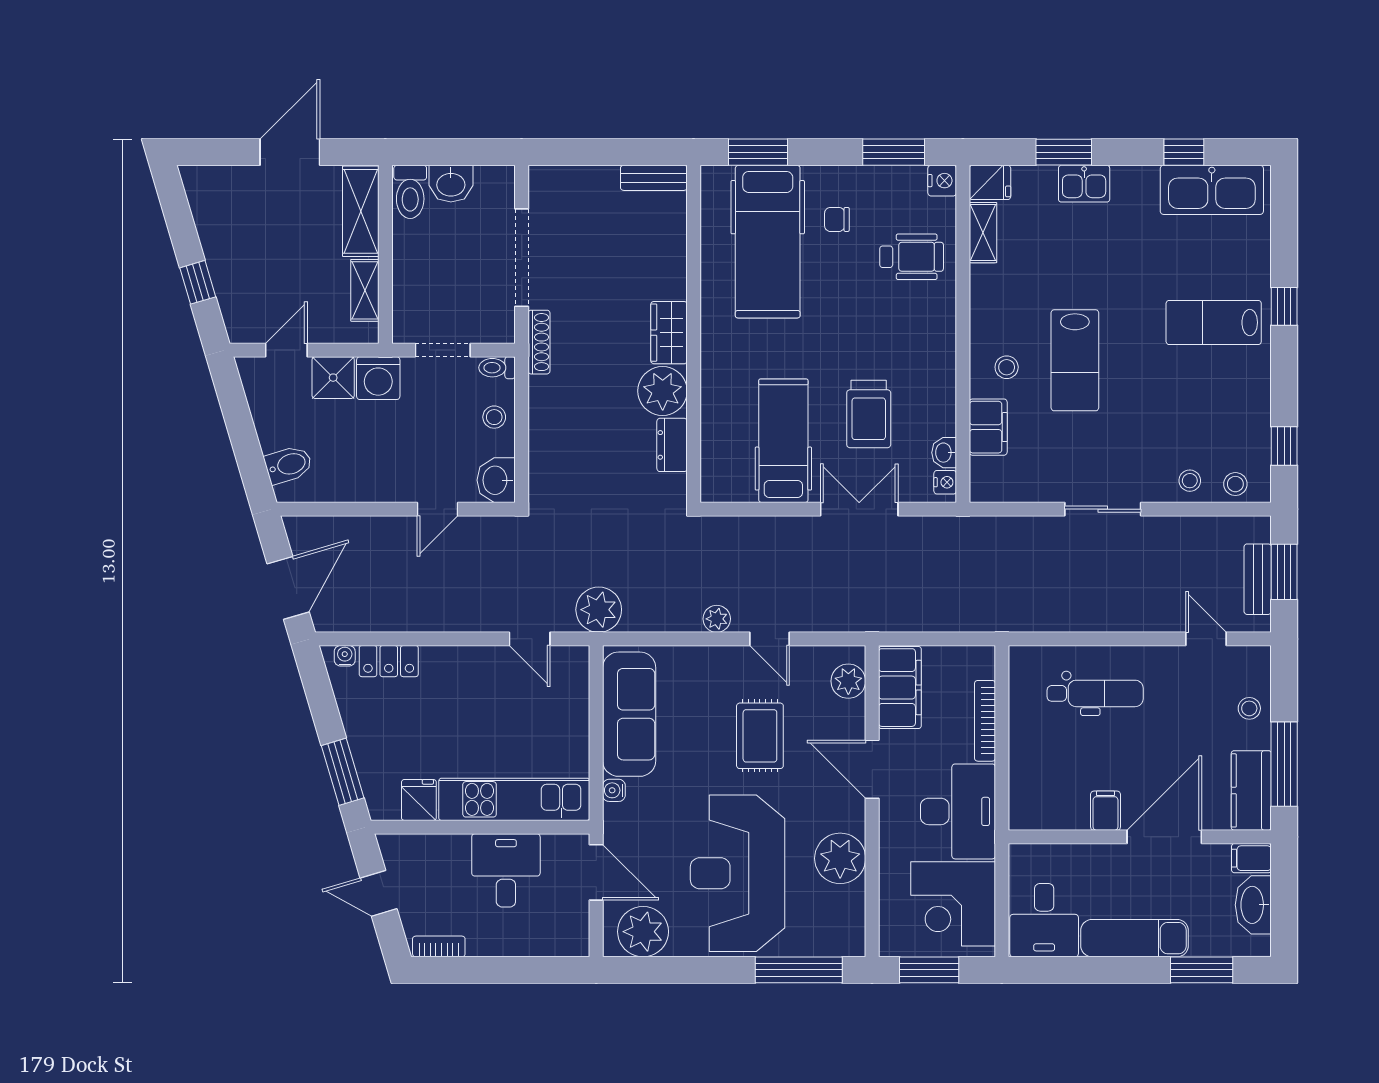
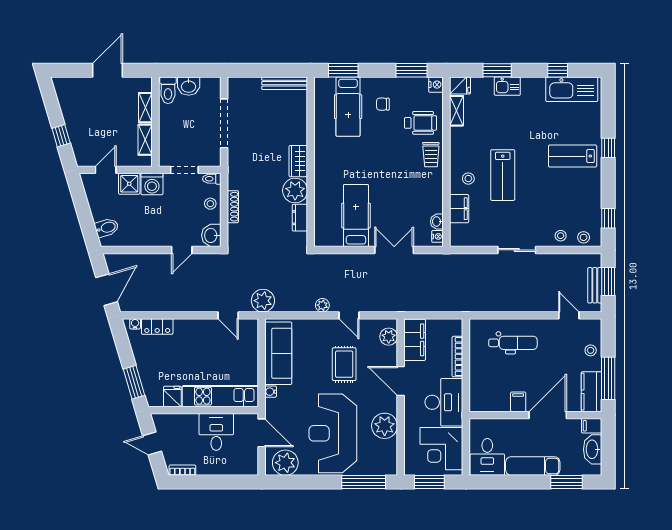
bench: (654, 178) -> (285, 83), width x1.36
shelving: (361, 211) -> (145, 108), width x0.67, depth x0.75
hospital bed: (768, 242) -> (348, 107), width x0.73, depth x0.78
shoe rack: (539, 342) -> (233, 207), moved
trolley: (869, 414) -> (431, 155), moved, width x0.73, depth x0.72

